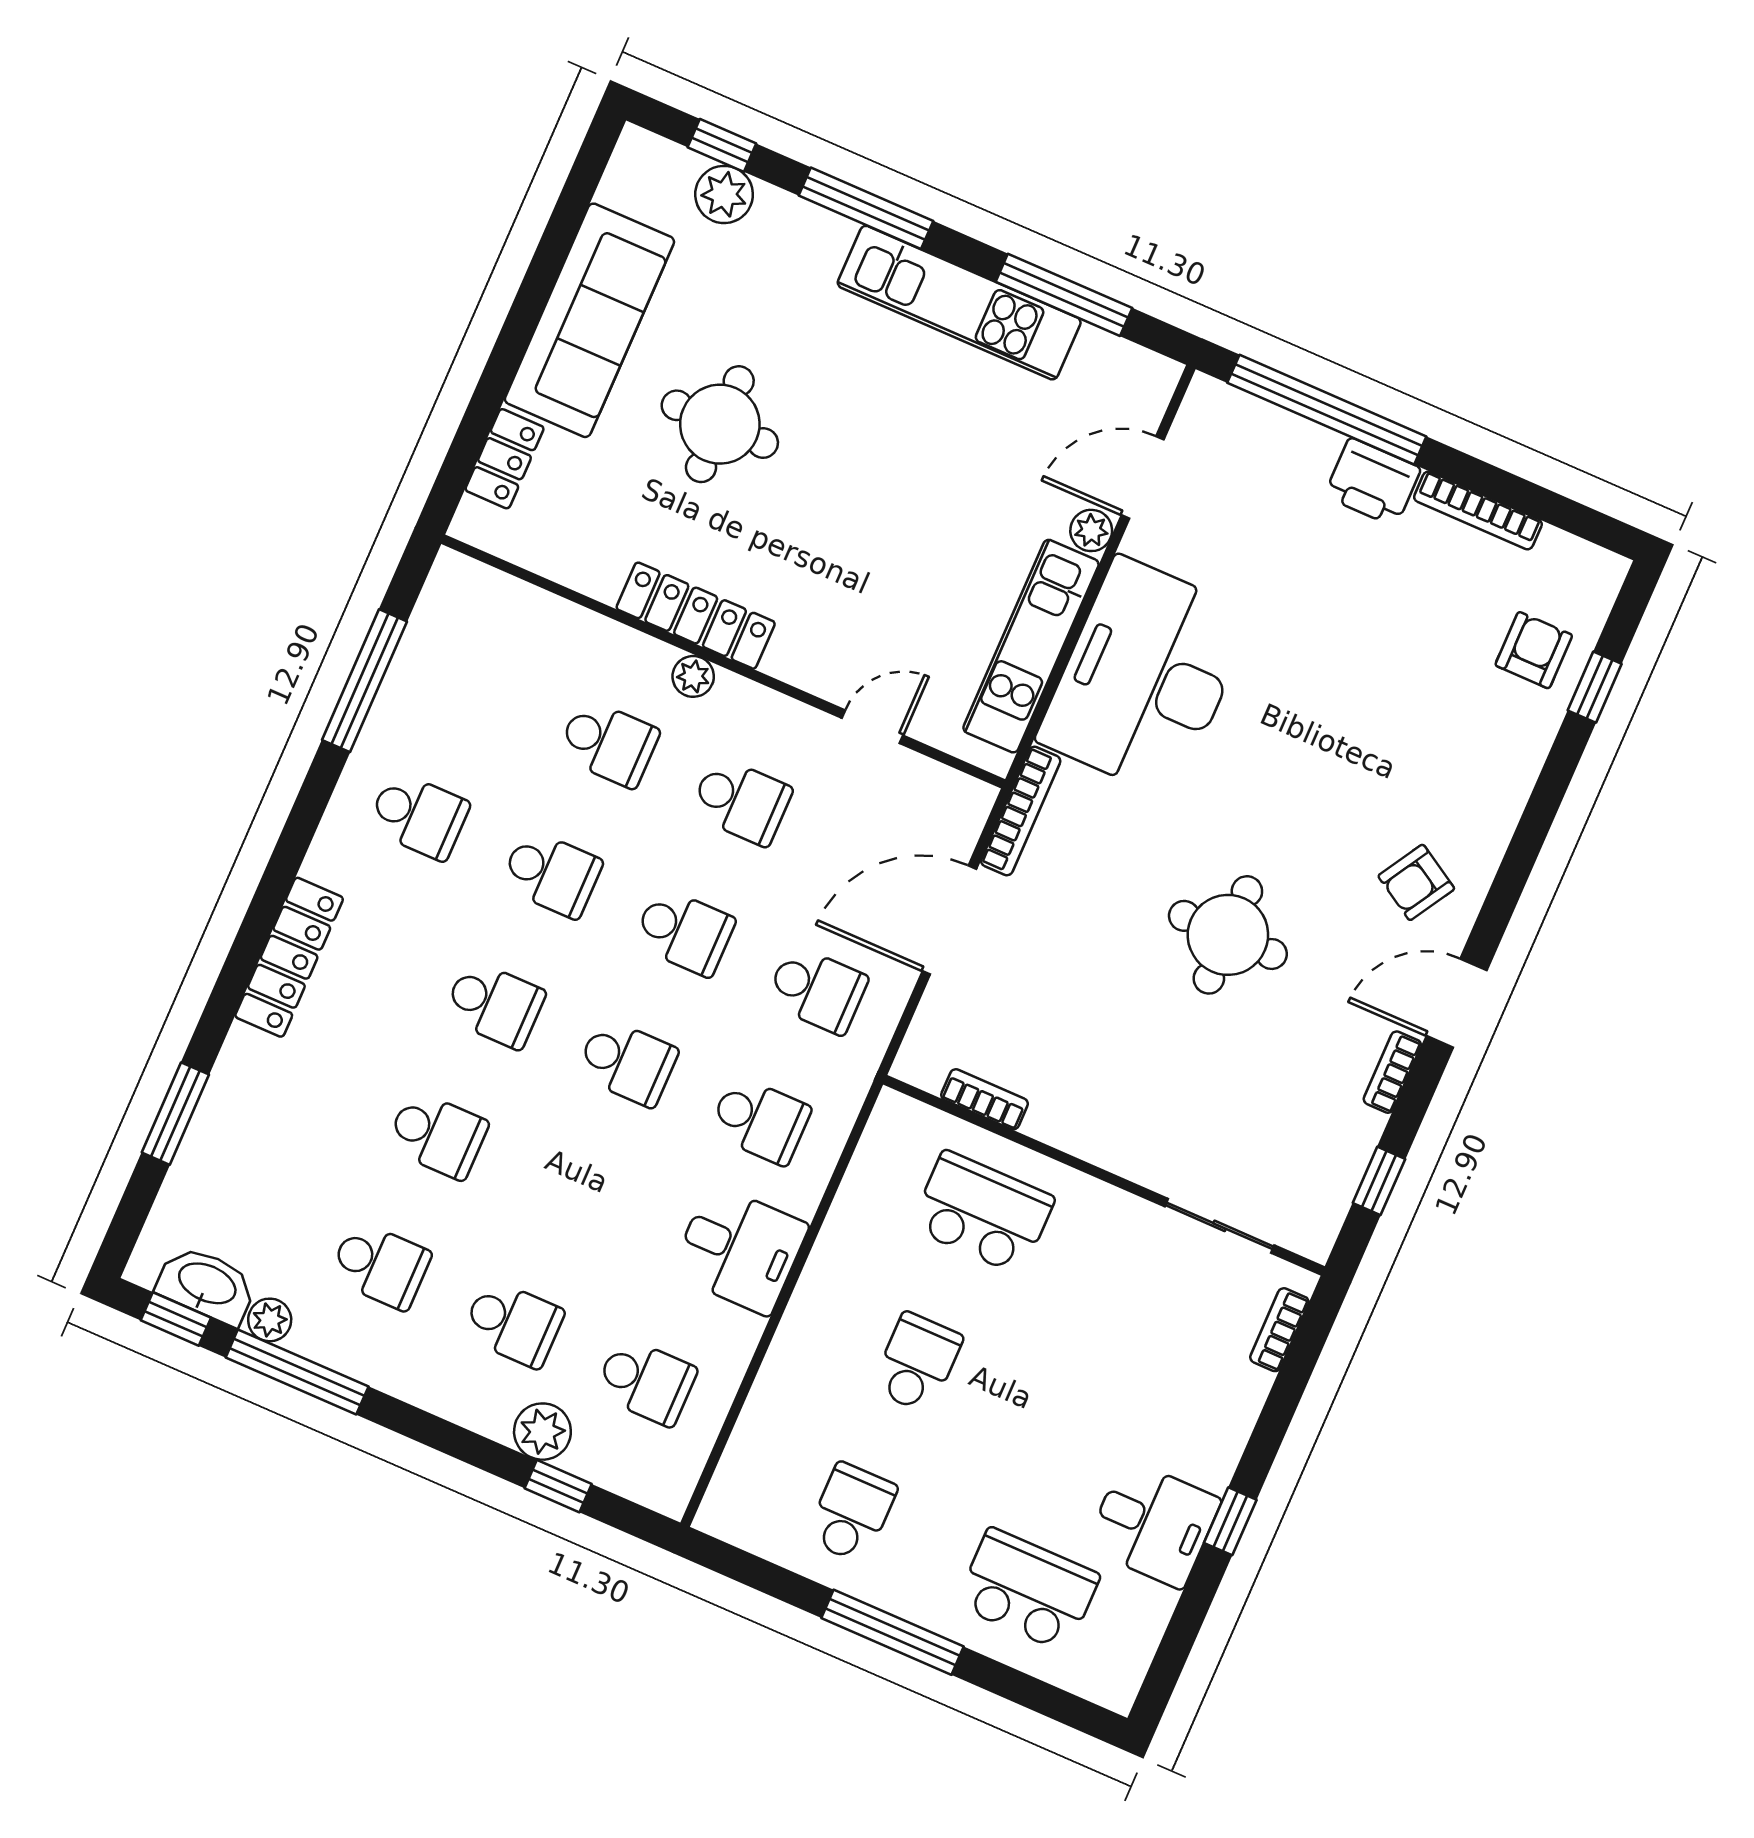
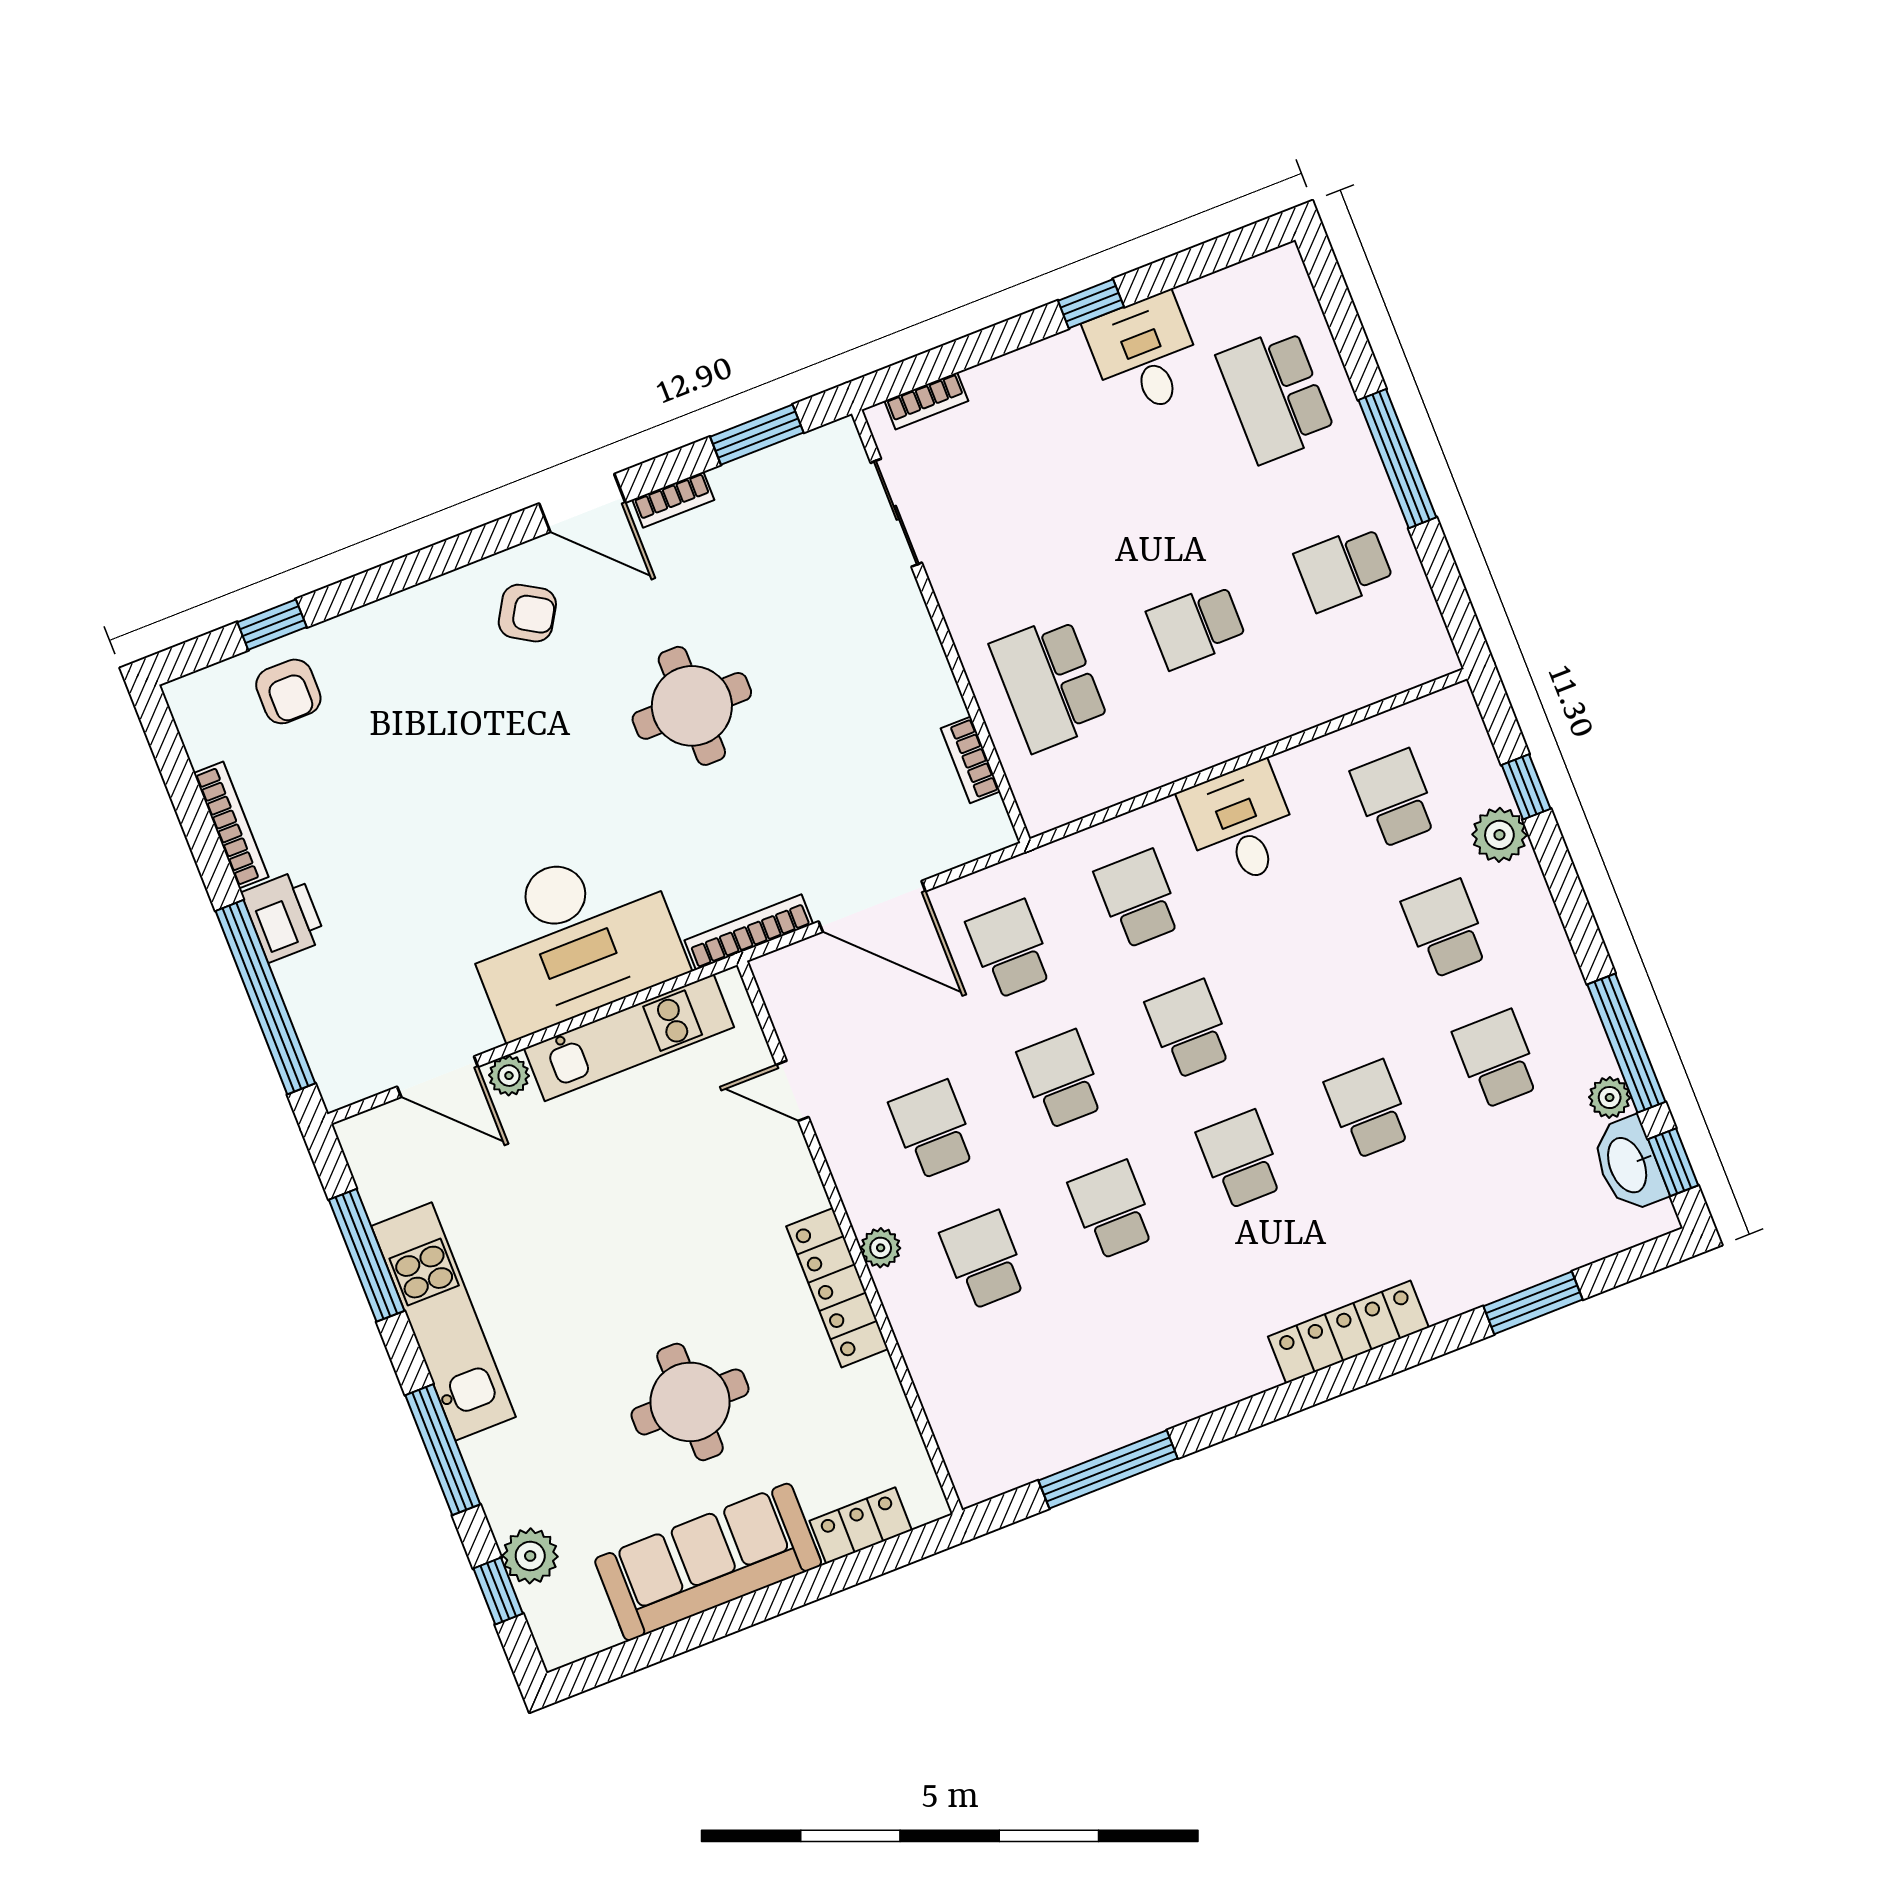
armchair: (1534, 650) -> (288, 691), turned -90
school desk: (419, 816) -> (1163, 1340), removed
window: (1379, 1181) -> (757, 435), width x1.50

